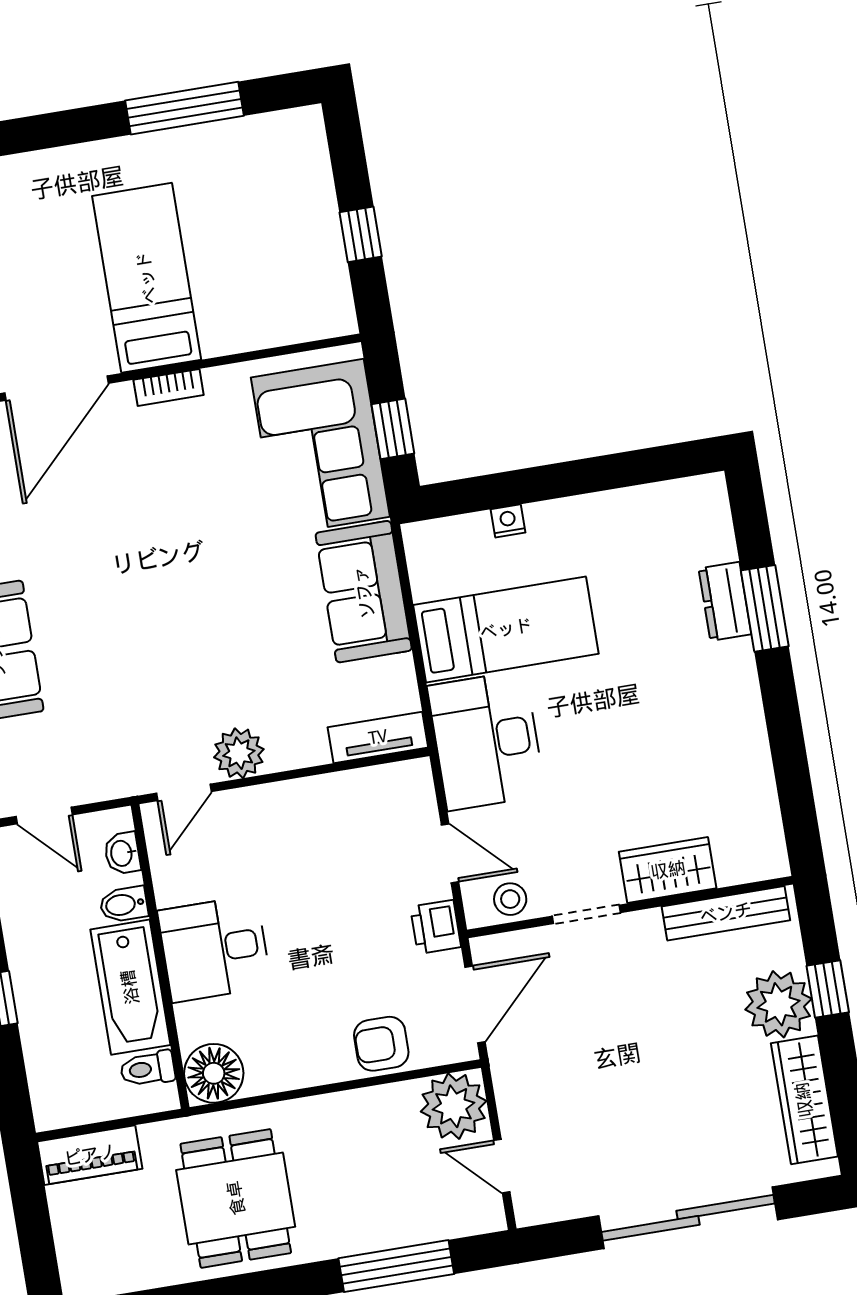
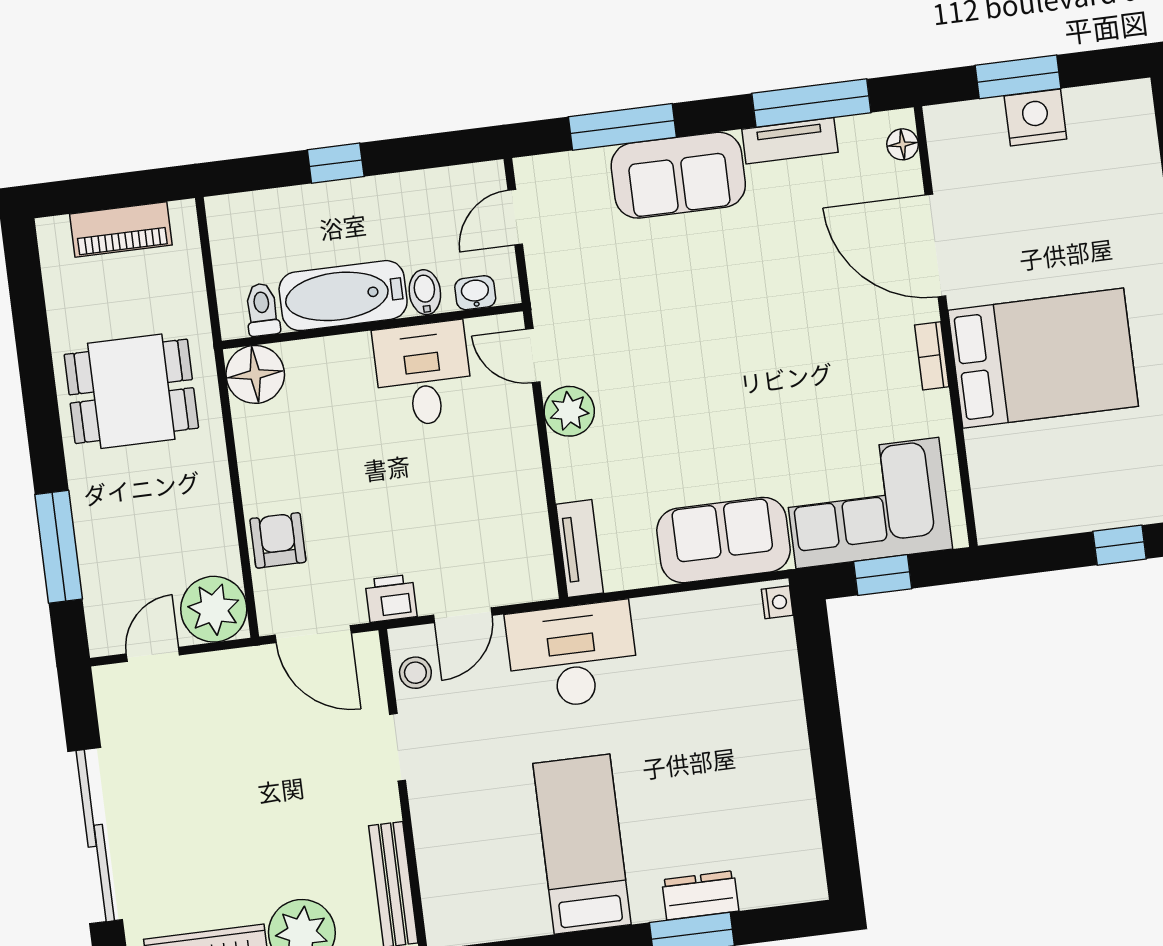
window: (361, 234) -> (1120, 545), moved
bed: (147, 278) -> (1043, 358), width x1.50
nightstand: (508, 521) -> (777, 602), moved
bed: (506, 629) -> (582, 844), moved, turned 180
wardrobe: (668, 870) -> (438, 829), removed
desk: (214, 949) -> (423, 374), moved
piano: (90, 1155) -> (121, 229), moved, turned -90

